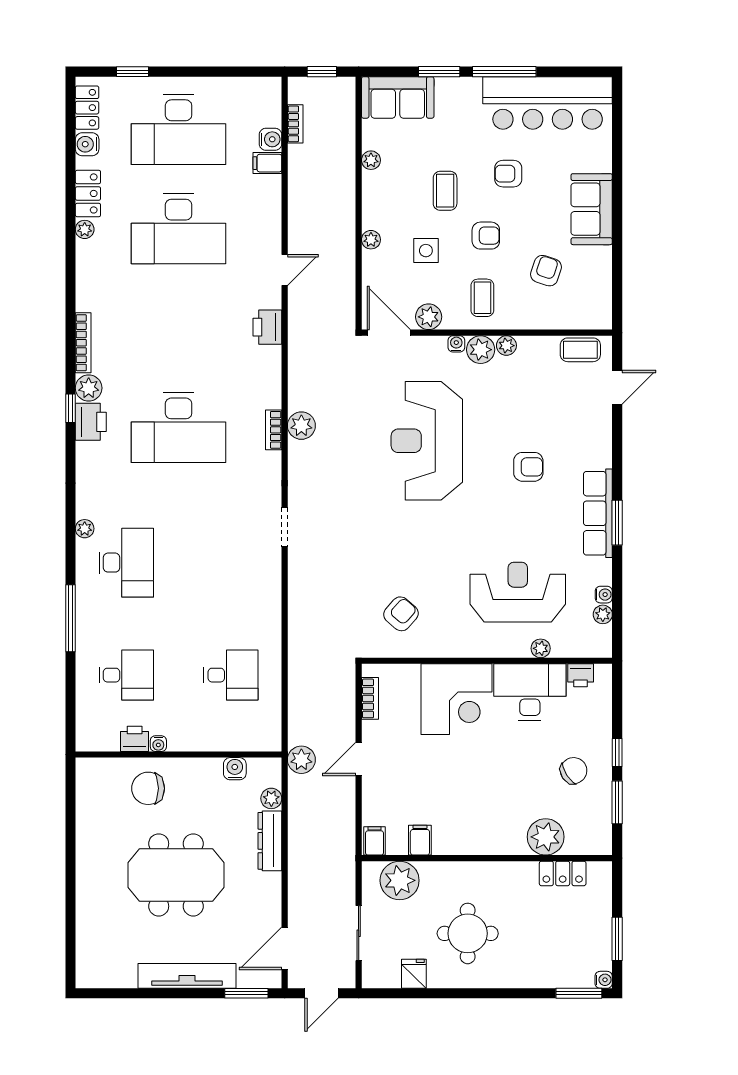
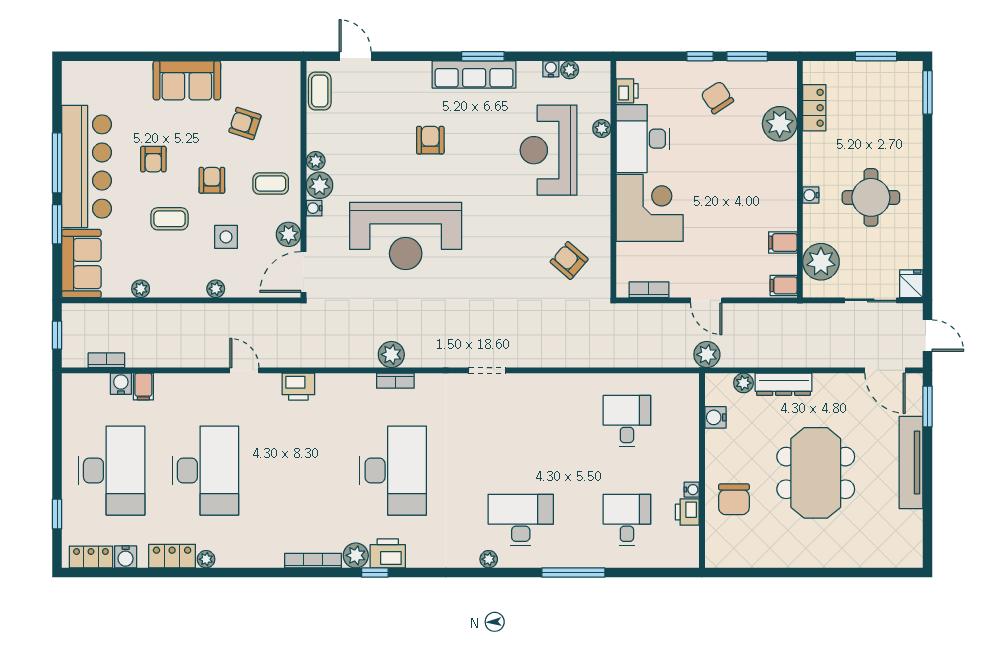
bar counter: (548, 103) -> (87, 167), moved
fridge: (414, 974) -> (911, 284), moved, turned 90
water cooler: (604, 980) -> (811, 195), moved, turned -90

